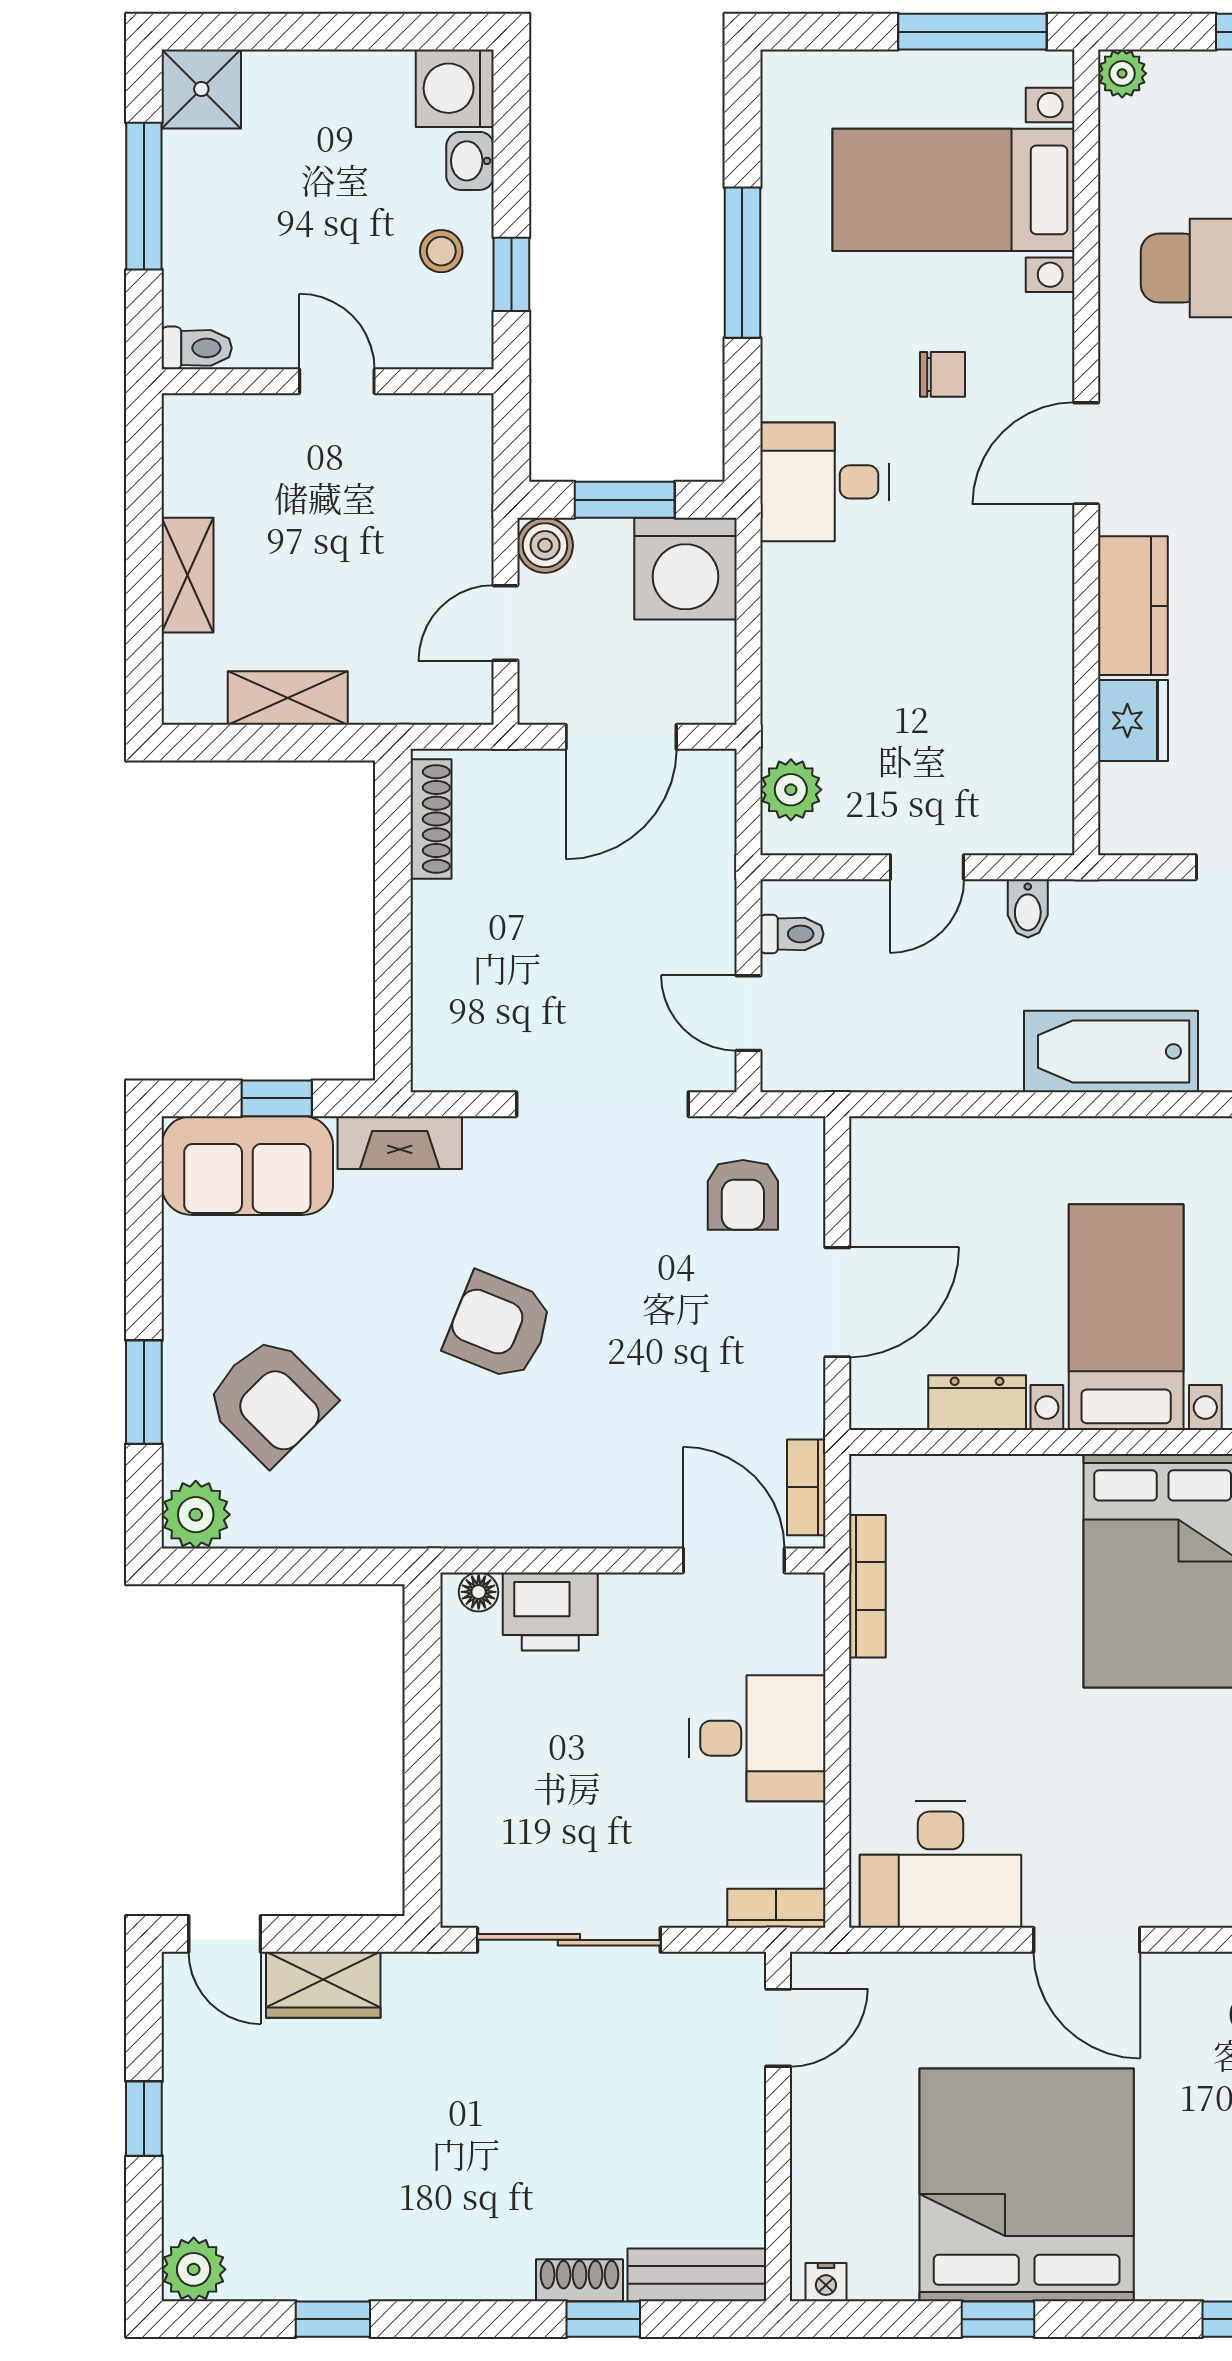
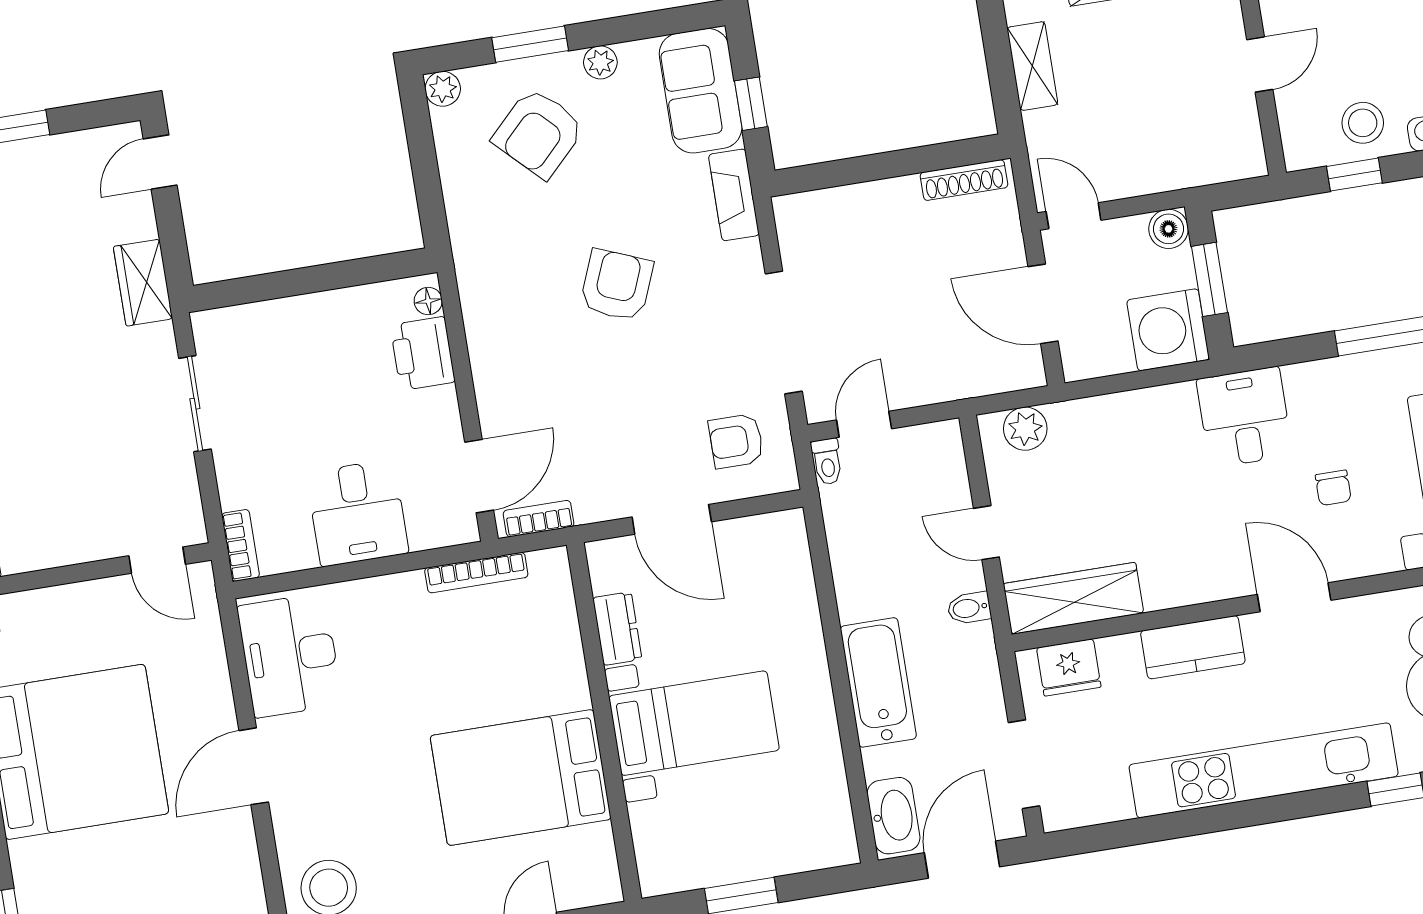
stool: (441, 251) -> (1363, 123), width x1.37, depth x1.37
door: (505, 623) -> (1074, 216), moved
fridge: (1133, 721) -> (1069, 667), moved
wardrobe: (1038, 761) -> (1073, 598), added
toilet: (792, 934) -> (827, 462), moved
plant: (185, 1299) -> (600, 62), added
plant: (196, 1515) -> (443, 89), width x0.73, depth x0.73
sliding door: (569, 1940) -> (195, 404), width x0.73
wardrobe: (323, 1985) -> (143, 283), moved

